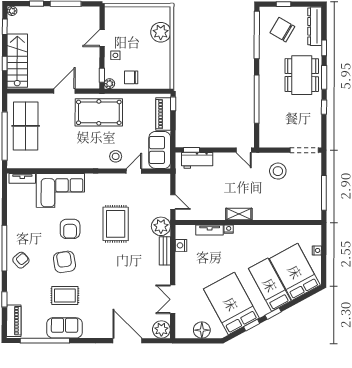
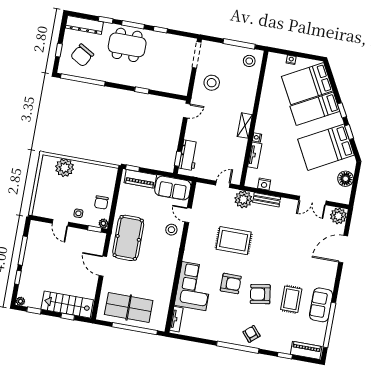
window: (257, 99) -> (142, 90), width x0.32
stool: (308, 207) -> (249, 61), added

